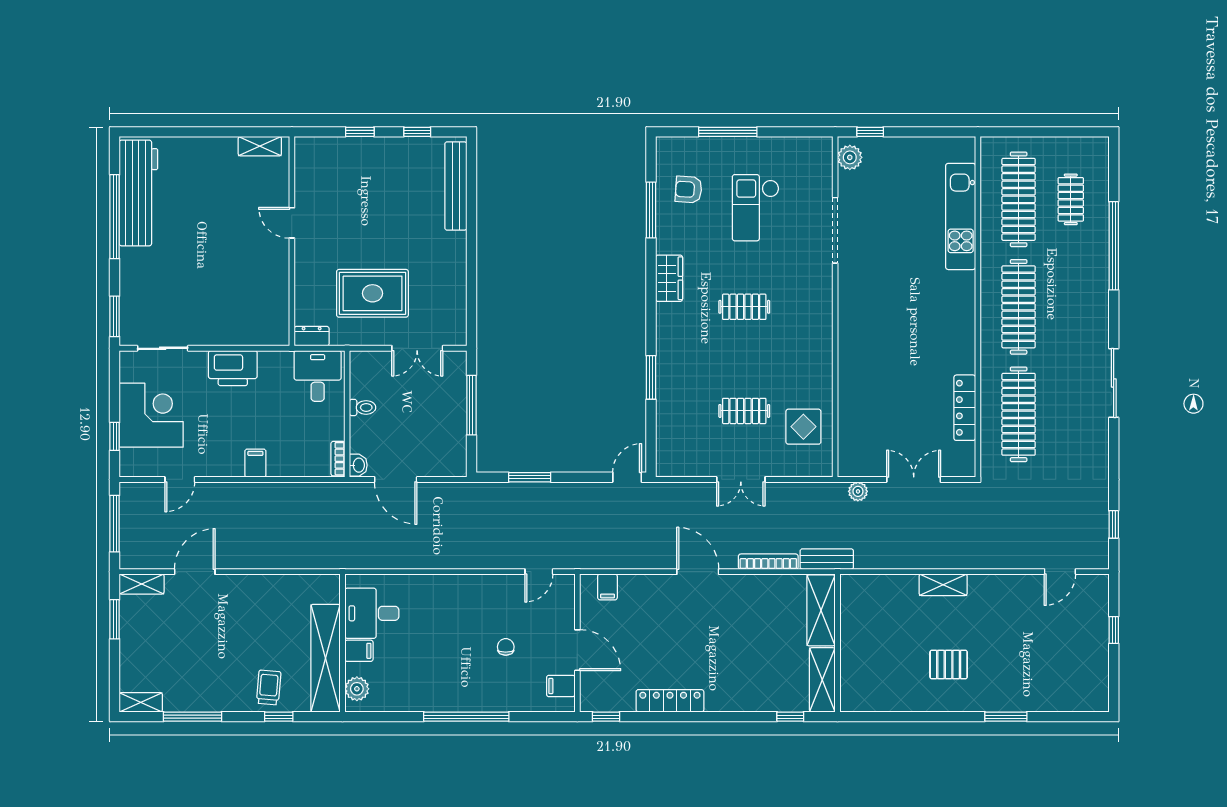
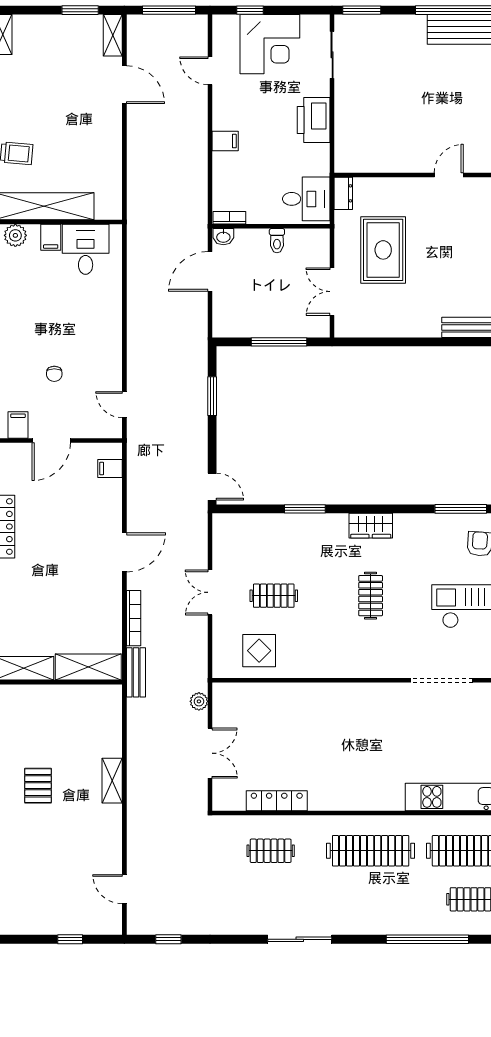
wardrobe: (669, 278) -> (371, 526), moved
clothes rail: (744, 411) -> (274, 596), turned 90
clothes rail: (1019, 414) -> (271, 851), width x0.54, depth x0.76
chair: (506, 647) -> (54, 374), turned 90

